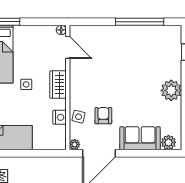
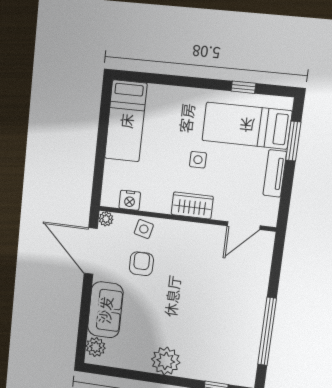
floor lamp: (61, 30) -> (270, 219), removed
tv unit: (30, 31) -> (275, 173), added
armchair: (103, 116) -> (141, 264), turned -90
nightstand: (60, 117) -> (130, 200), moved

